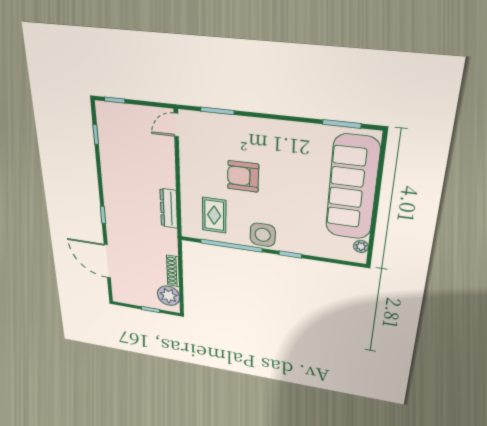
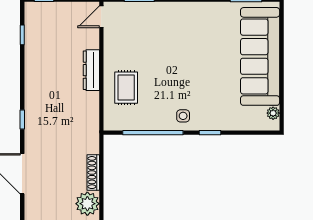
armchair: (243, 176) -> (163, 59), removed
dresser: (169, 208) -> (91, 70), moved
rug: (214, 215) -> (126, 88), moved
side table: (263, 235) -> (183, 116), width x0.54, depth x0.54

